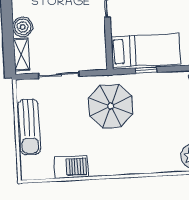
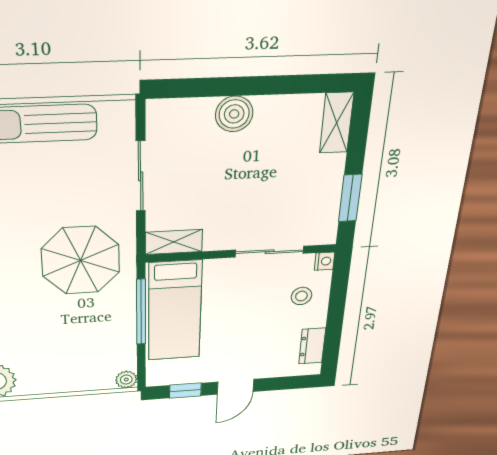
shelving: (21, 55) -> (174, 242), moved
window: (146, 70) -> (141, 312), width x2.17

